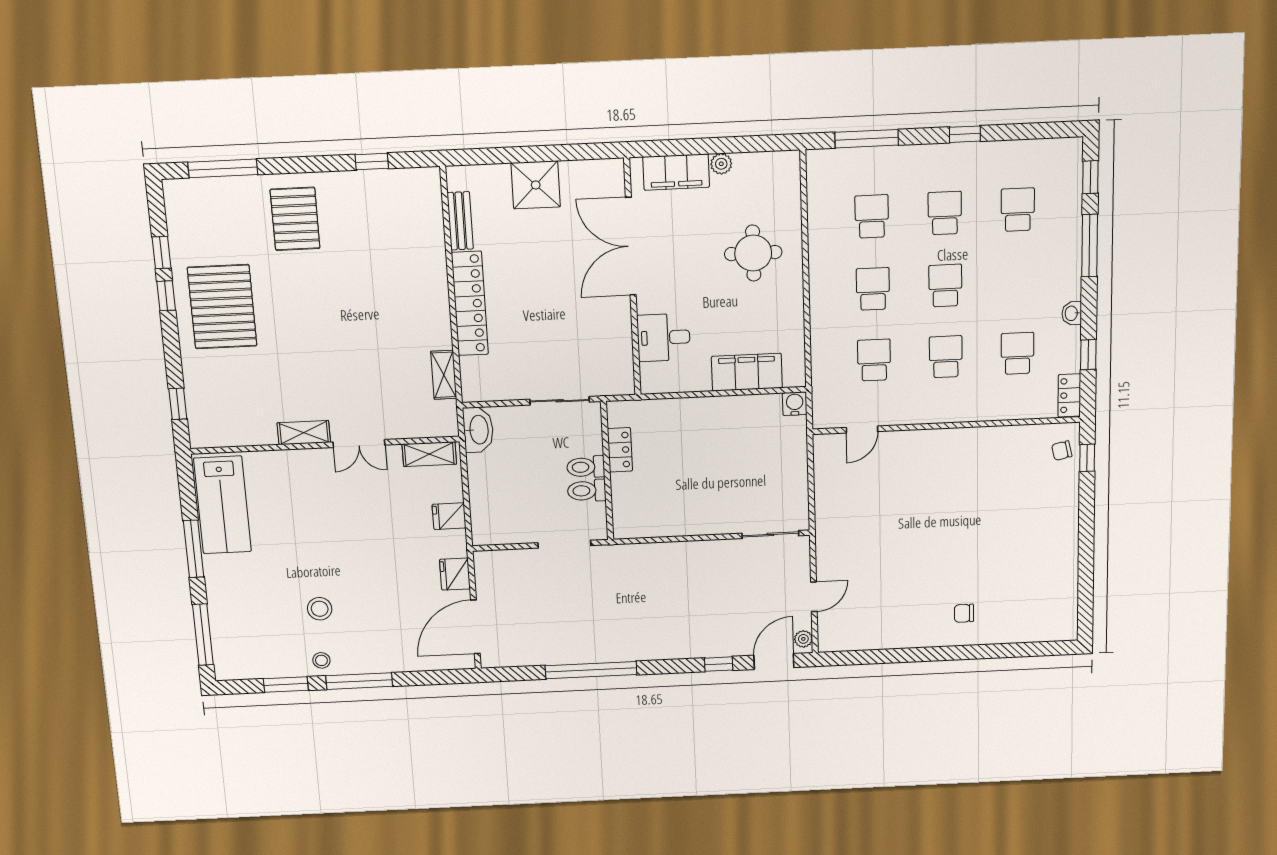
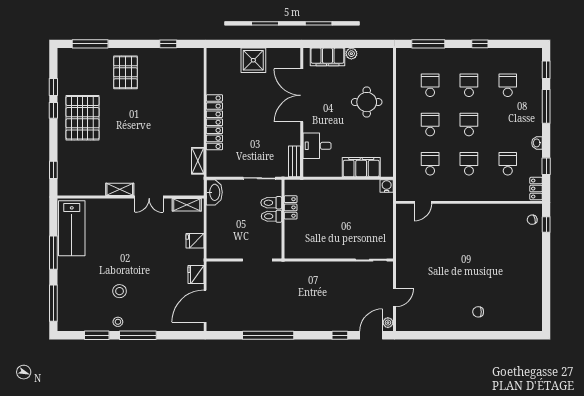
bench: (460, 221) -> (295, 161), moved
toilet: (587, 491) -> (271, 203), moved

